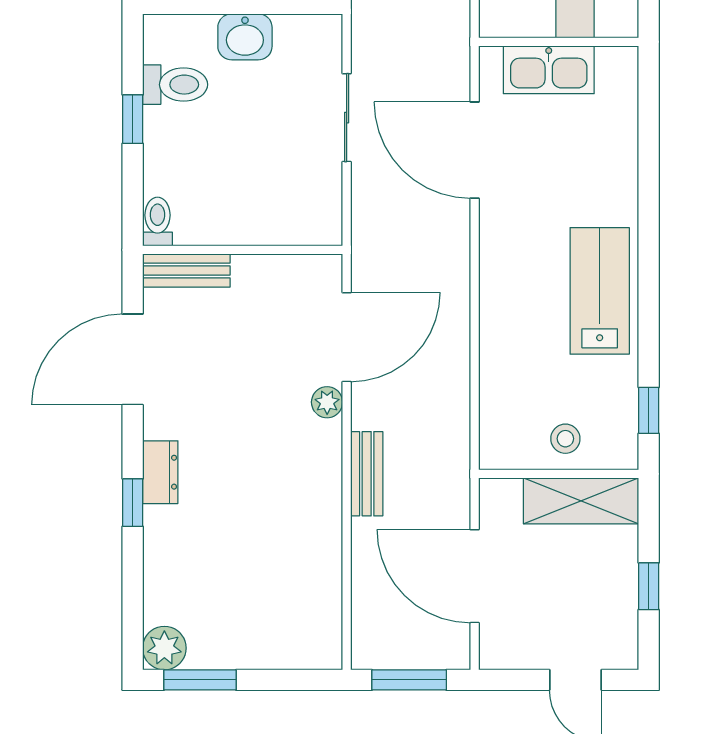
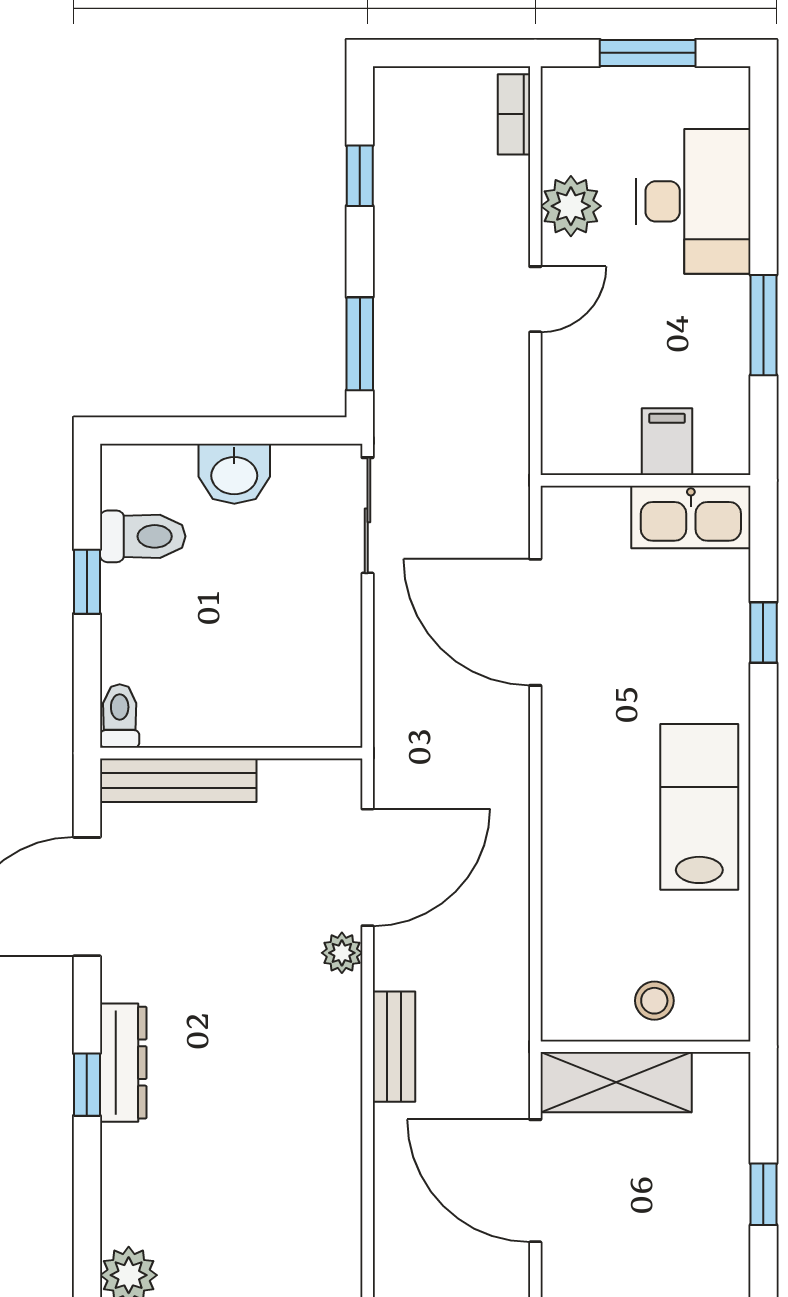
kitchen sink: (549, 70) -> (691, 517), moved
sliding door: (347, 118) -> (368, 515), moved
bench: (186, 271) -> (178, 780), width x1.36
window: (649, 410) -> (763, 633), moved
dresser: (160, 472) -> (123, 1063), width x1.44
shelving: (581, 501) -> (616, 1082), moved

